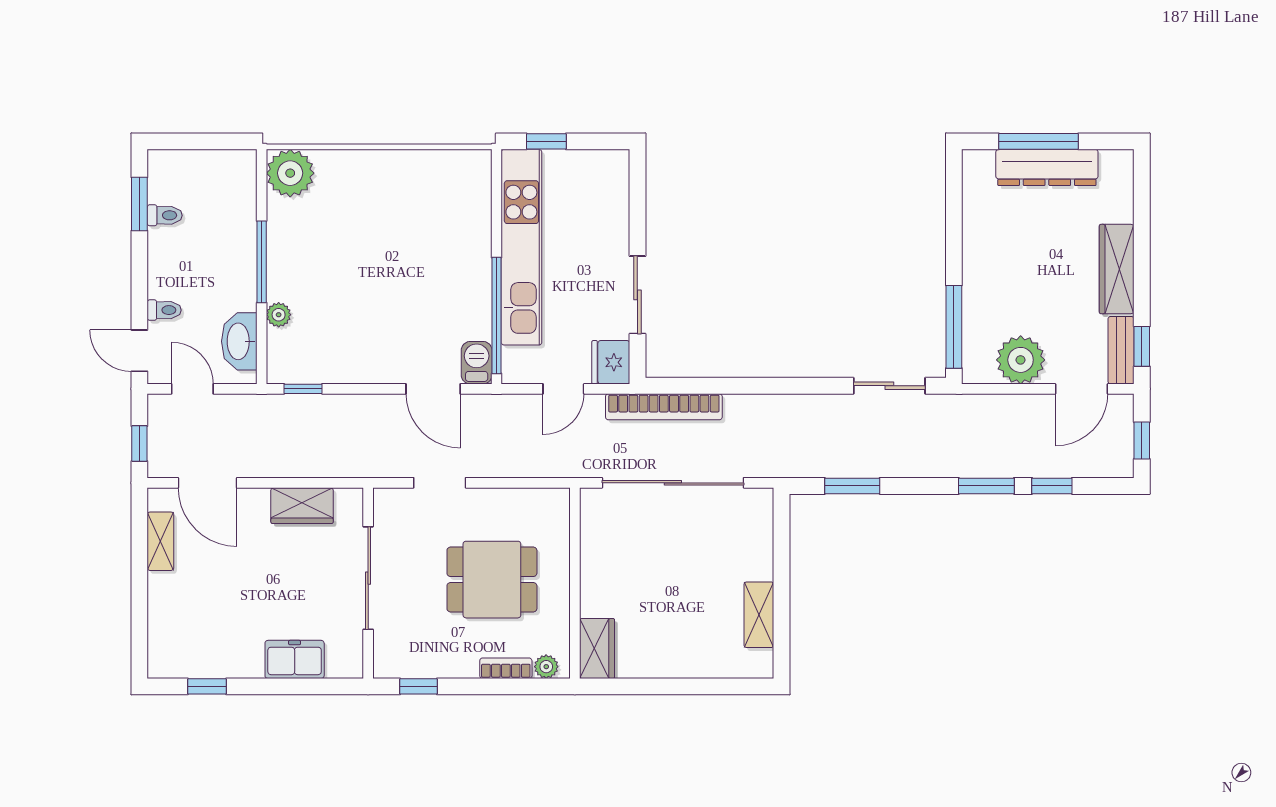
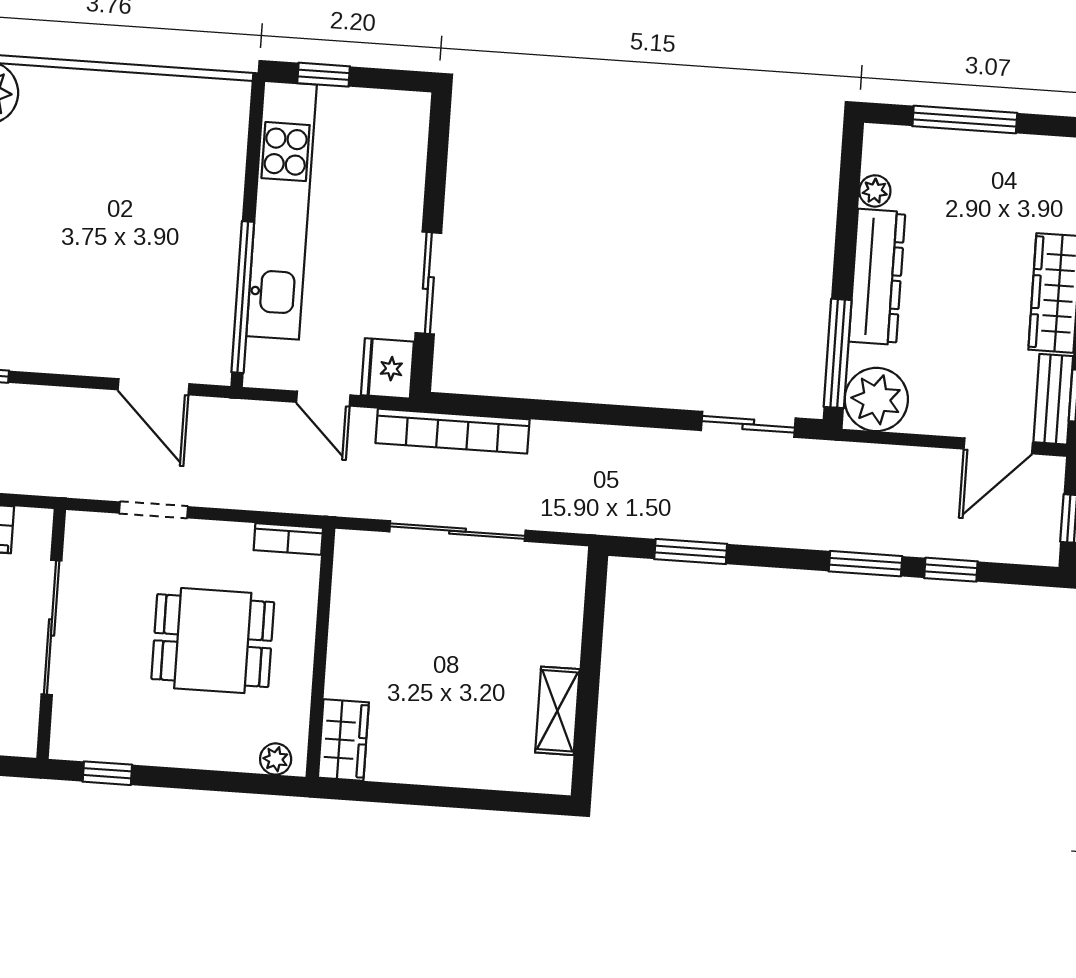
dresser: (1047, 167) -> (877, 277), moved, turned -90
plant: (974, 201) -> (875, 191), added
plant: (1021, 360) -> (876, 399), moved
barbecue: (477, 363) -> (213, 357), removed
door: (563, 389) -> (323, 399), hinge flipped
sliding door: (673, 483) -> (457, 531), width x0.73
bookcase: (506, 668) -> (288, 539), moved, turned 180

